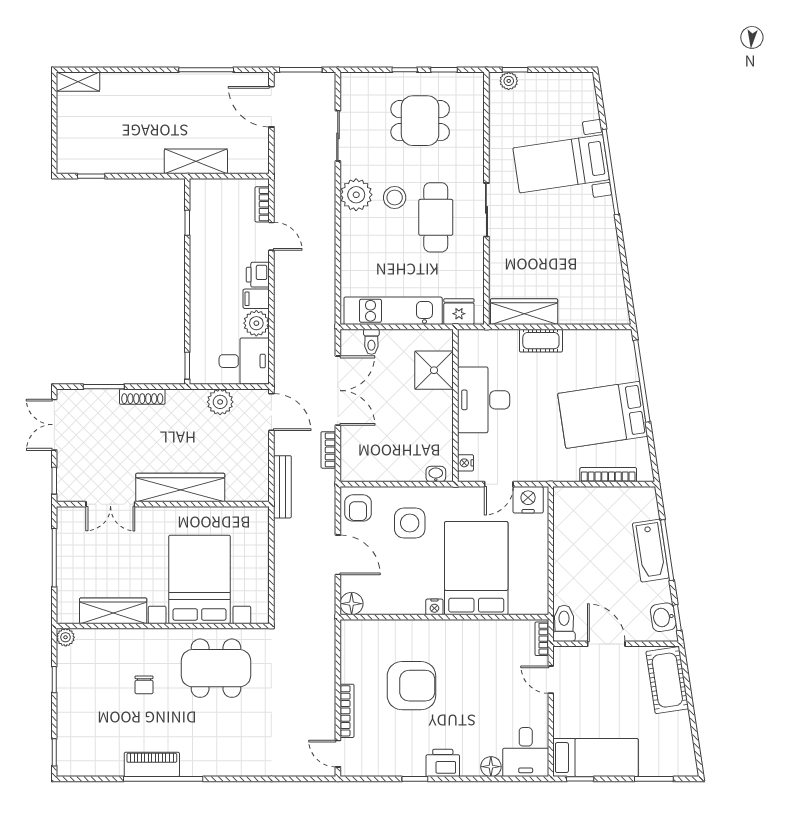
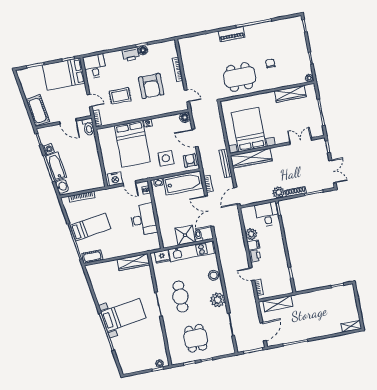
door: (271, 107) -> (263, 332), hinge flipped
dining table: (420, 121) -> (196, 338), turned 90
shelving: (196, 161) -> (278, 304), moved
bed with nightstands: (561, 164) -> (124, 315), moved
stool: (395, 198) -> (214, 275), moved
cot: (541, 341) -> (92, 257), moved
desk: (244, 361) -> (267, 214), moved, turned 90
shower: (434, 370) -> (185, 235), moved
plant: (220, 402) -> (279, 192), moved
door: (271, 412) -> (237, 196), hinge flipped
bed: (603, 415) -> (91, 227), width x0.67
bathtub: (382, 462) -> (183, 183), added
door: (499, 484) -> (129, 183), swing flipped
wardrobe: (180, 488) -> (251, 158), moved
bed with nightstands: (199, 579) -> (249, 130), moved, turned 180
washing machine: (661, 591) -> (48, 149), added
washbasin: (663, 617) -> (62, 186), moved
rug: (483, 677) -> (120, 96), added
armchair: (411, 686) -> (151, 86), turned -90
door: (338, 754) -> (187, 96), moved
bed: (596, 758) -> (64, 74), width x1.50
piano: (152, 764) -> (232, 34), moved
floor lamp: (491, 767) -> (143, 50), moved

